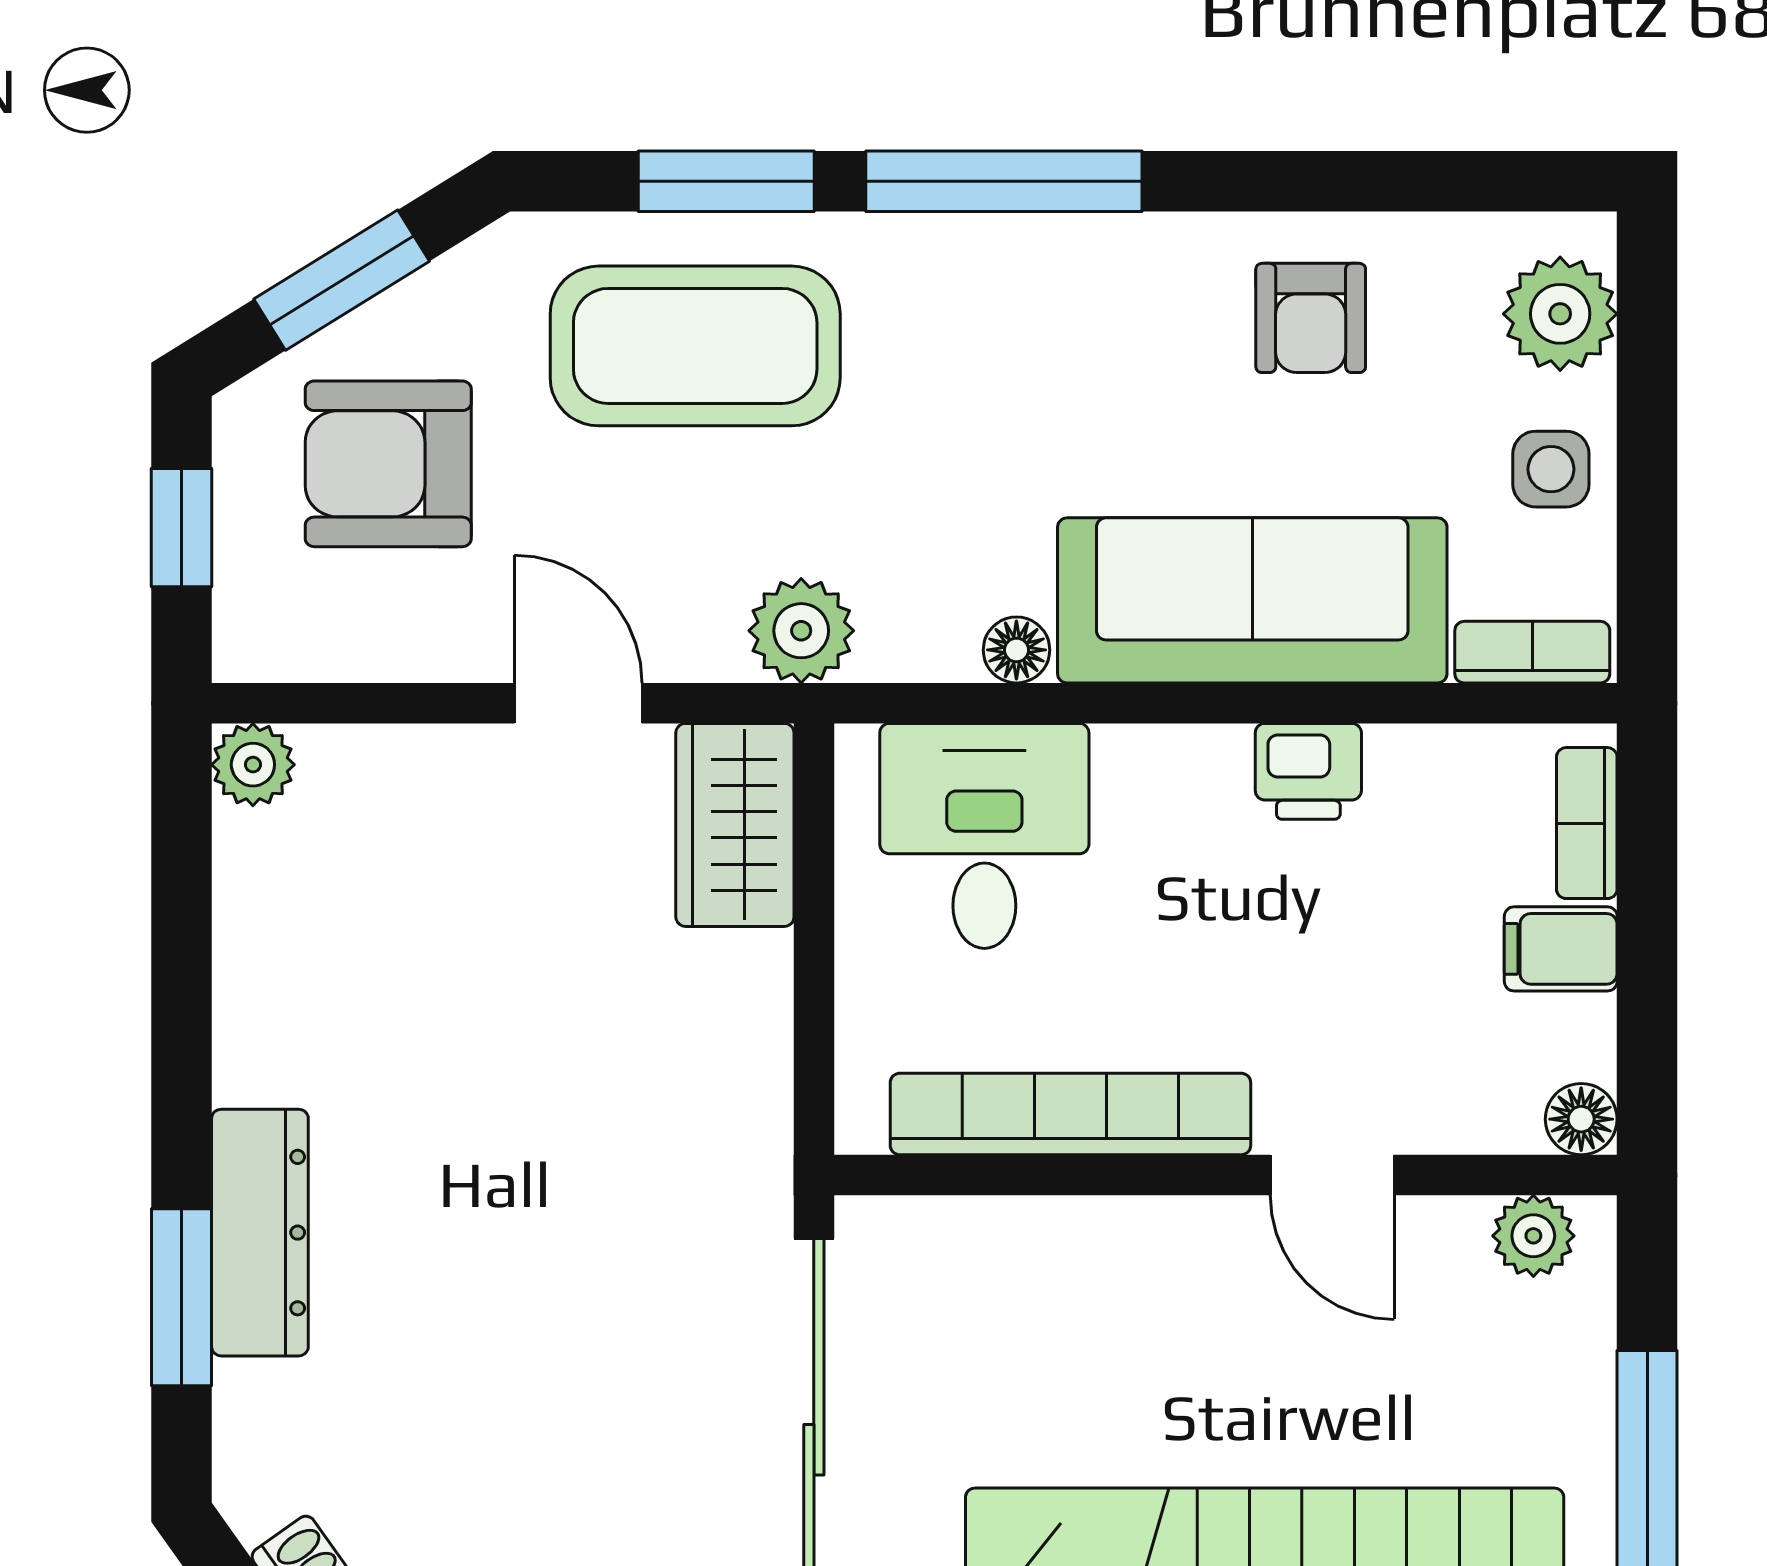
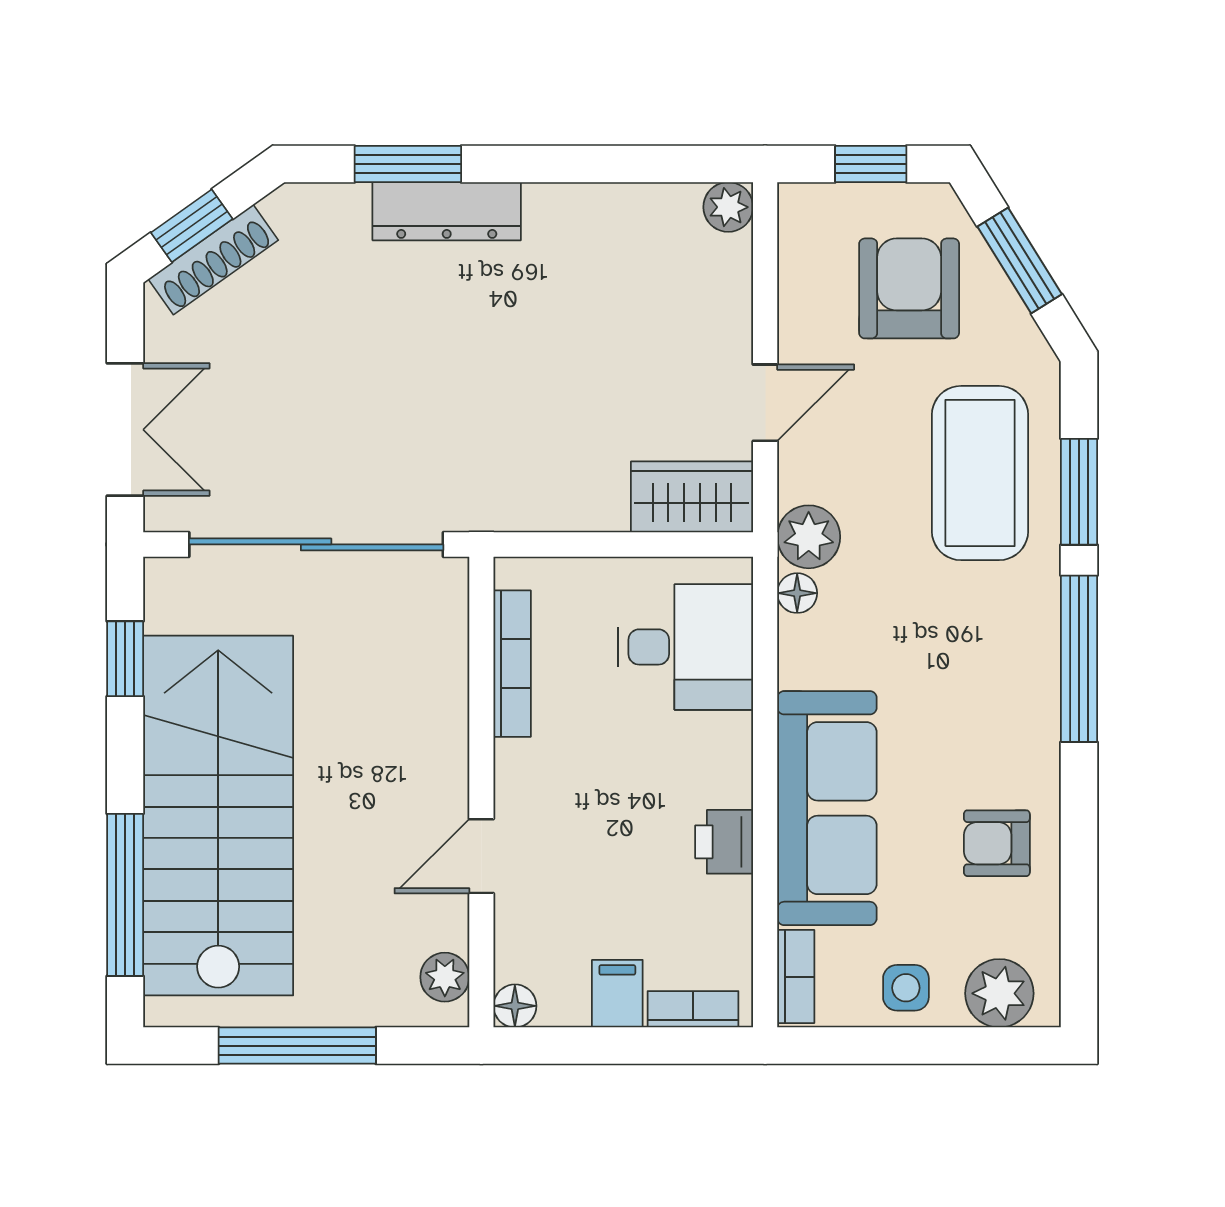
floor lamp: (1016, 650) -> (797, 593), moved
bookcase: (1070, 1114) -> (512, 664), width x0.68, depth x0.76

